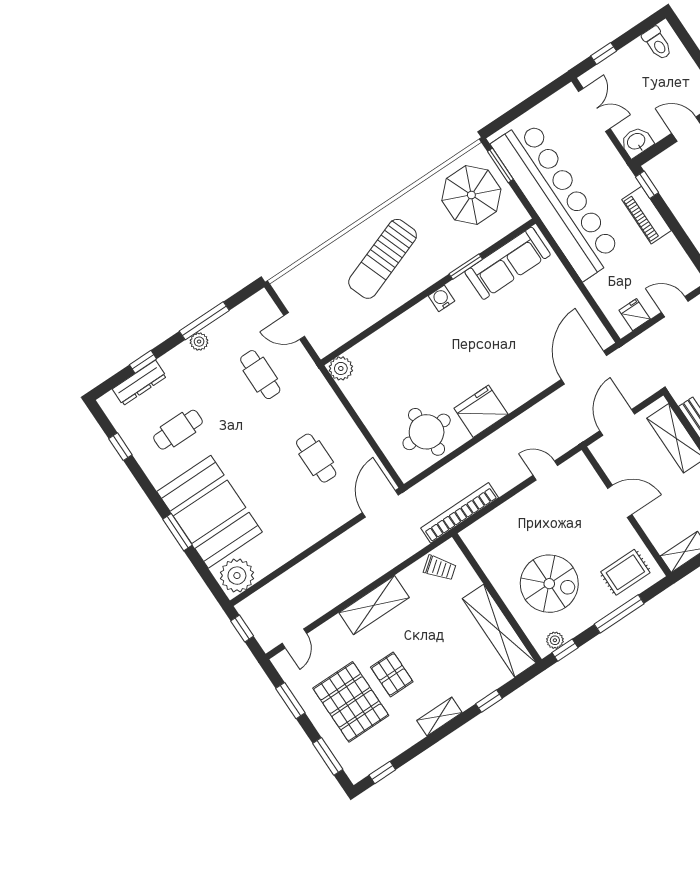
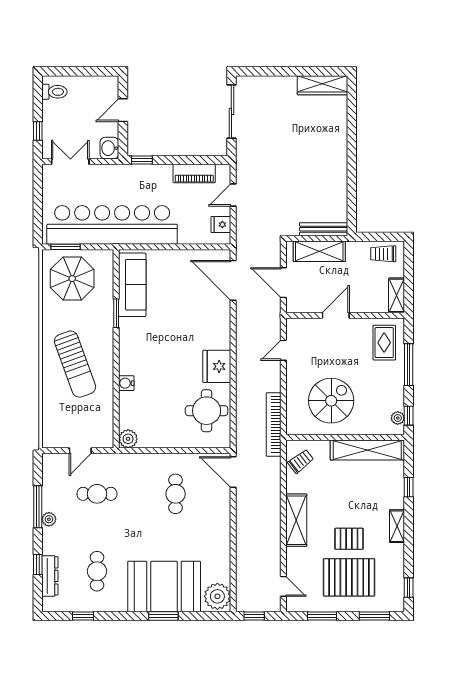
piano: (646, 215) -> (194, 174), moved
water cooler: (441, 298) -> (126, 383), moved
cafe table: (316, 458) -> (176, 494), turned 90
spiral stairs: (549, 584) -> (331, 401), moved

